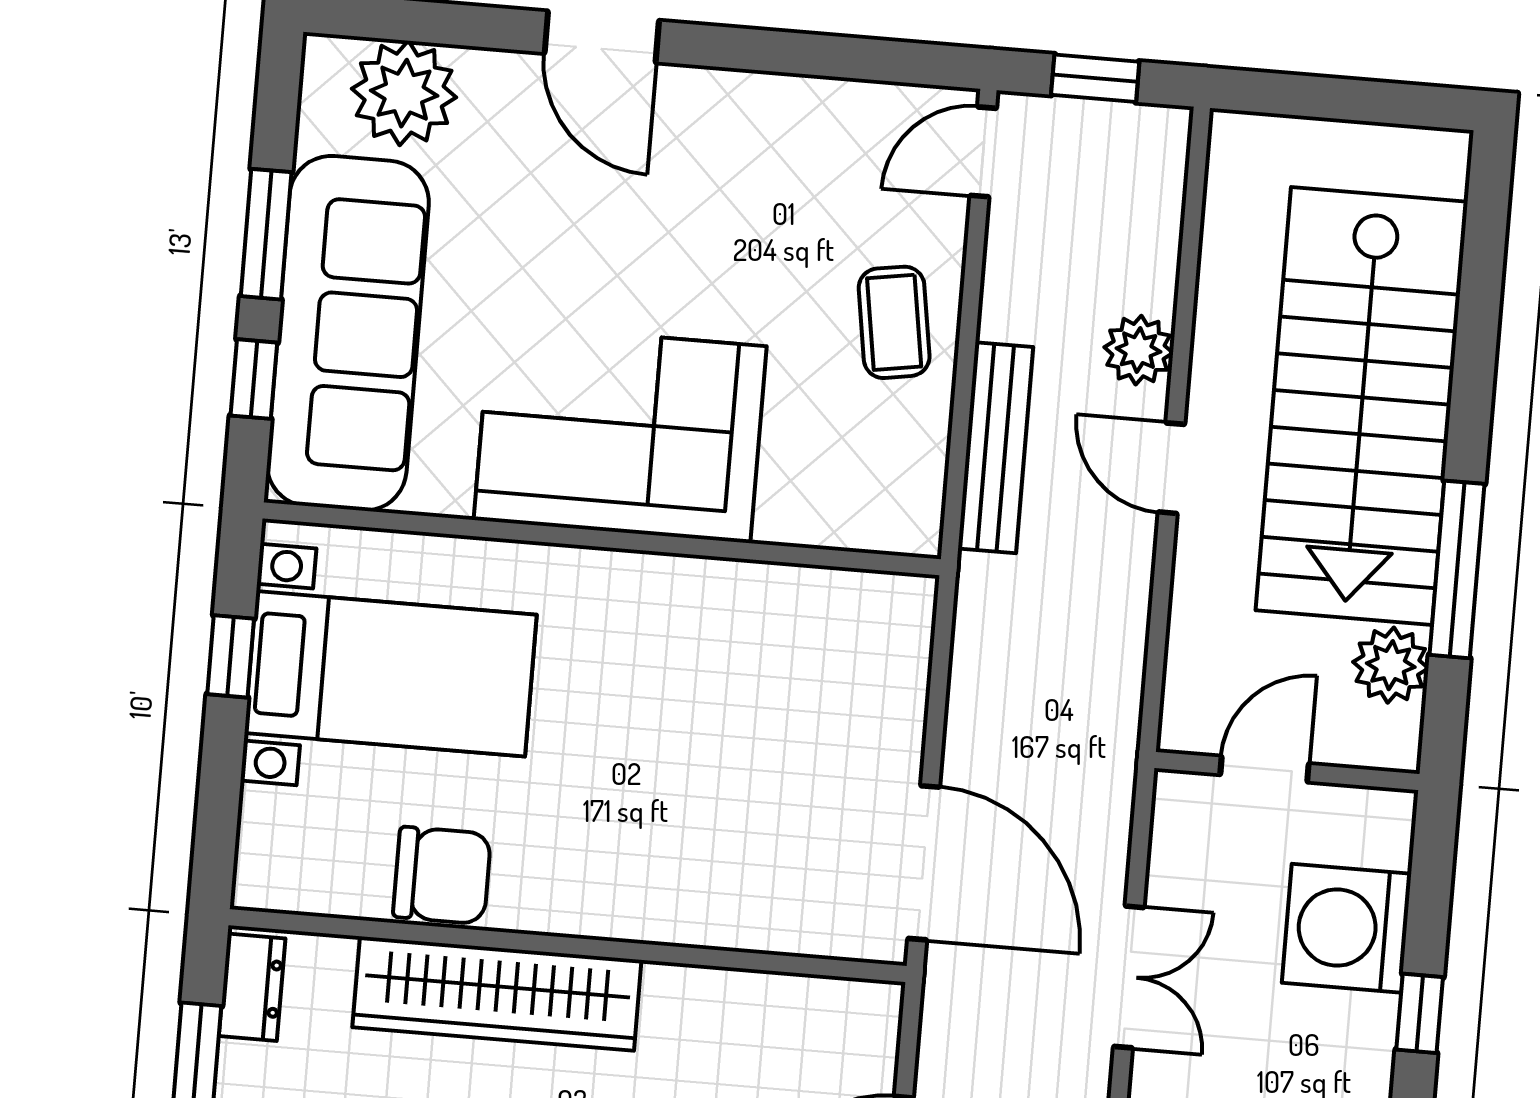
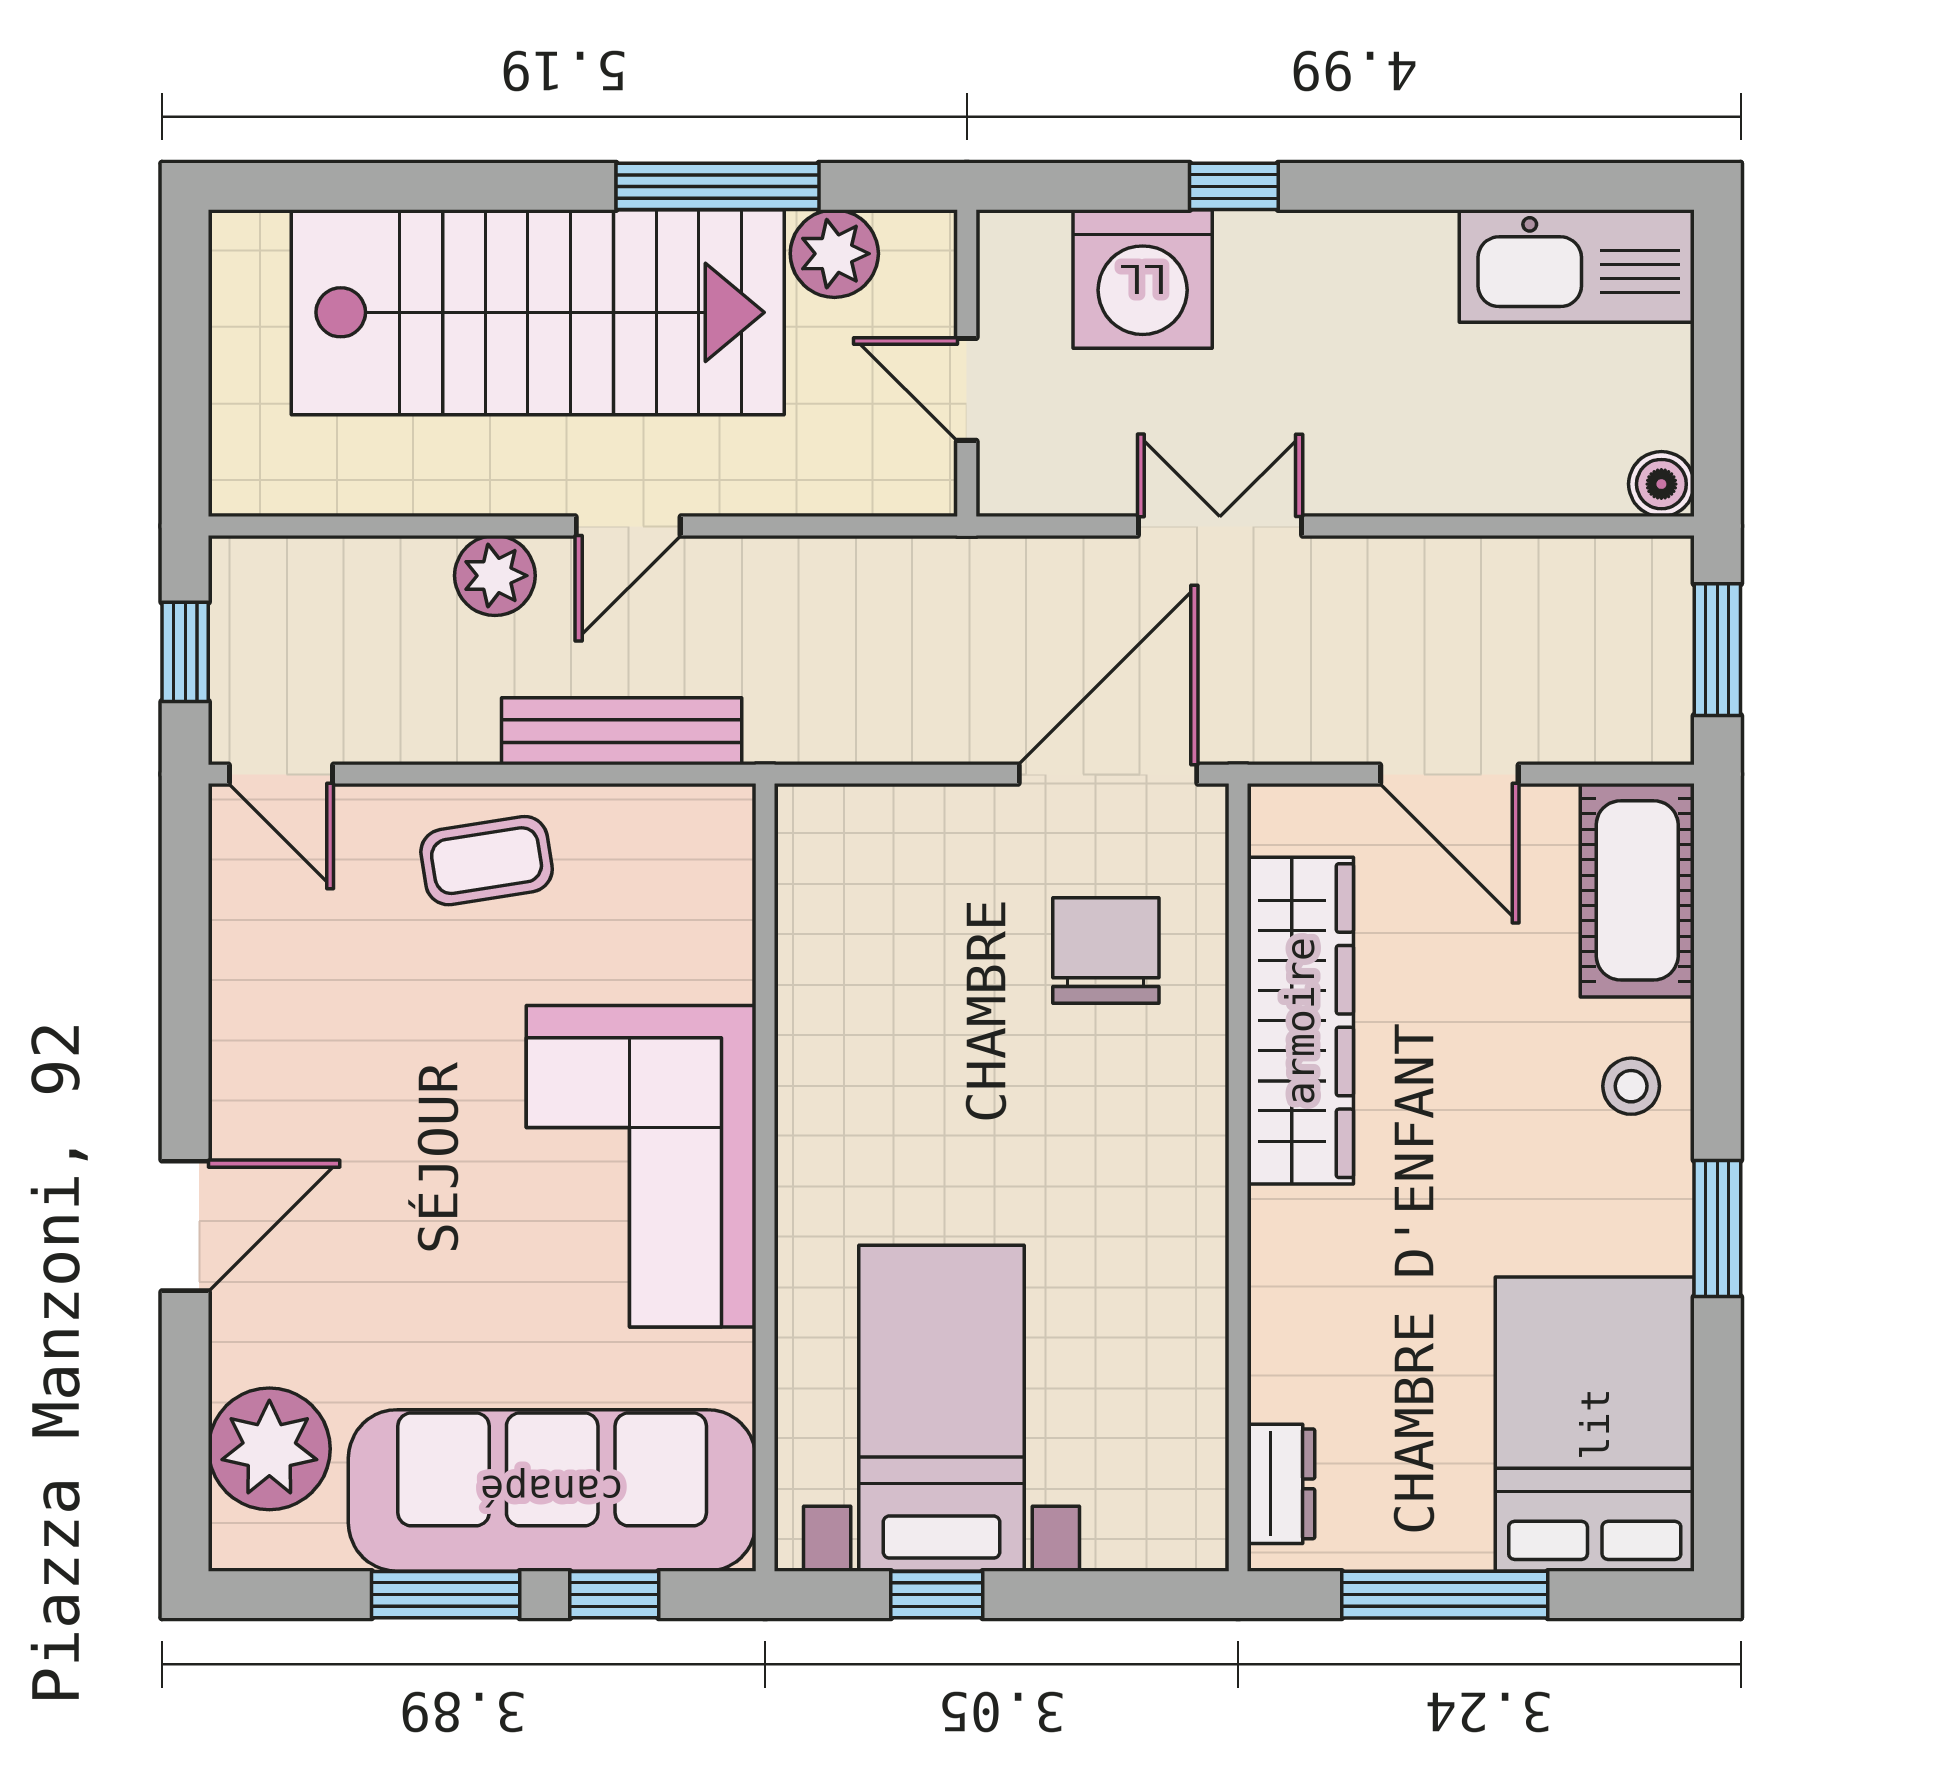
chair: (442, 875) -> (1106, 950), moved
dresser: (252, 987) -> (1281, 1484), moved, turned 90
wardrobe: (497, 994) -> (1300, 1021), moved

